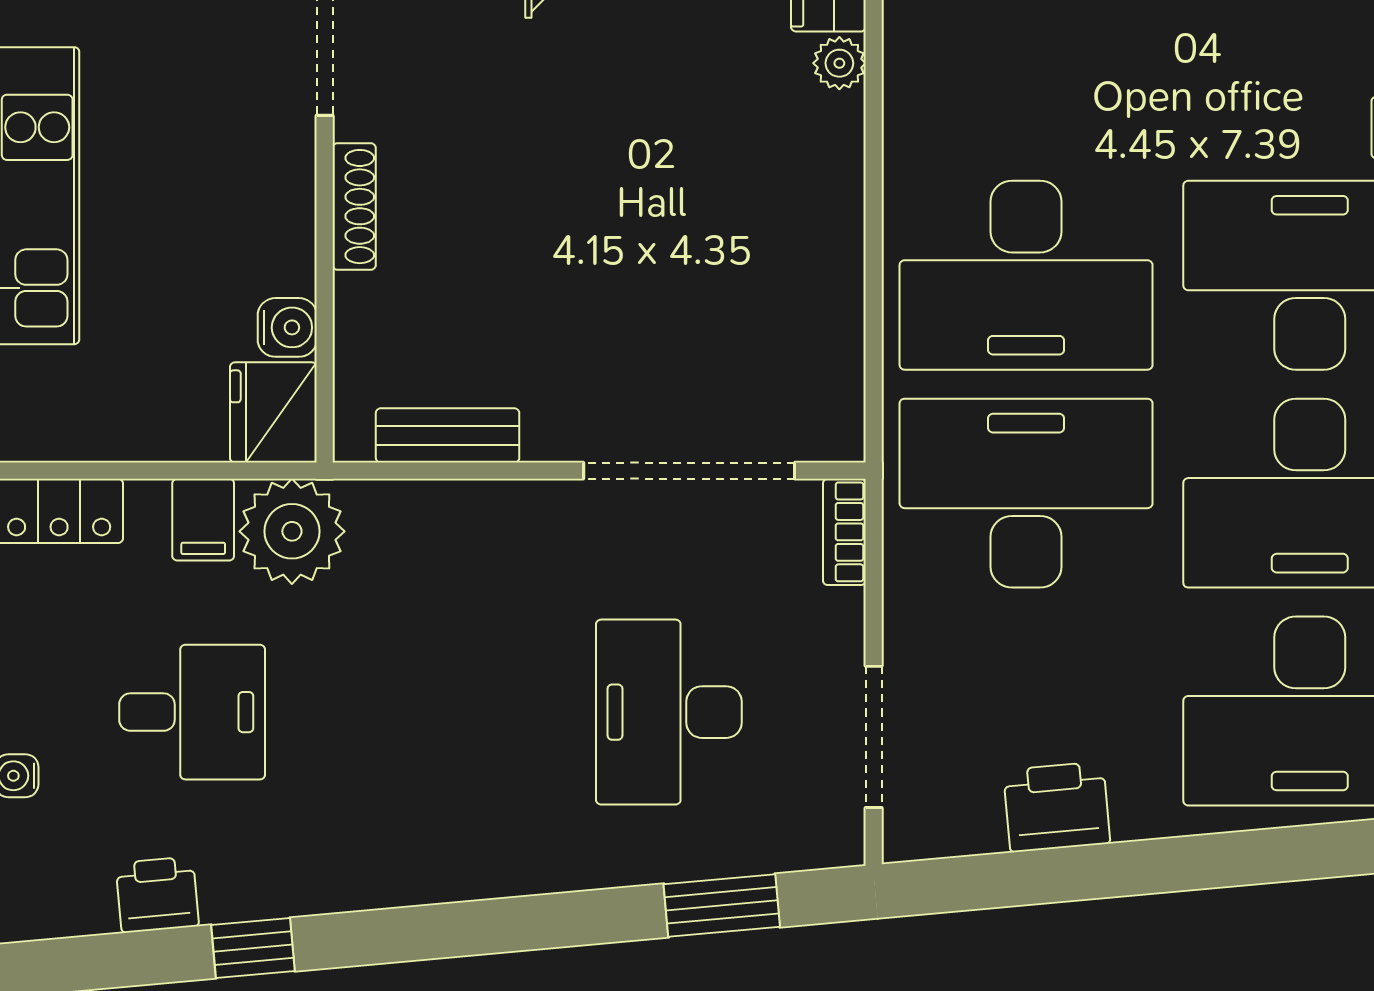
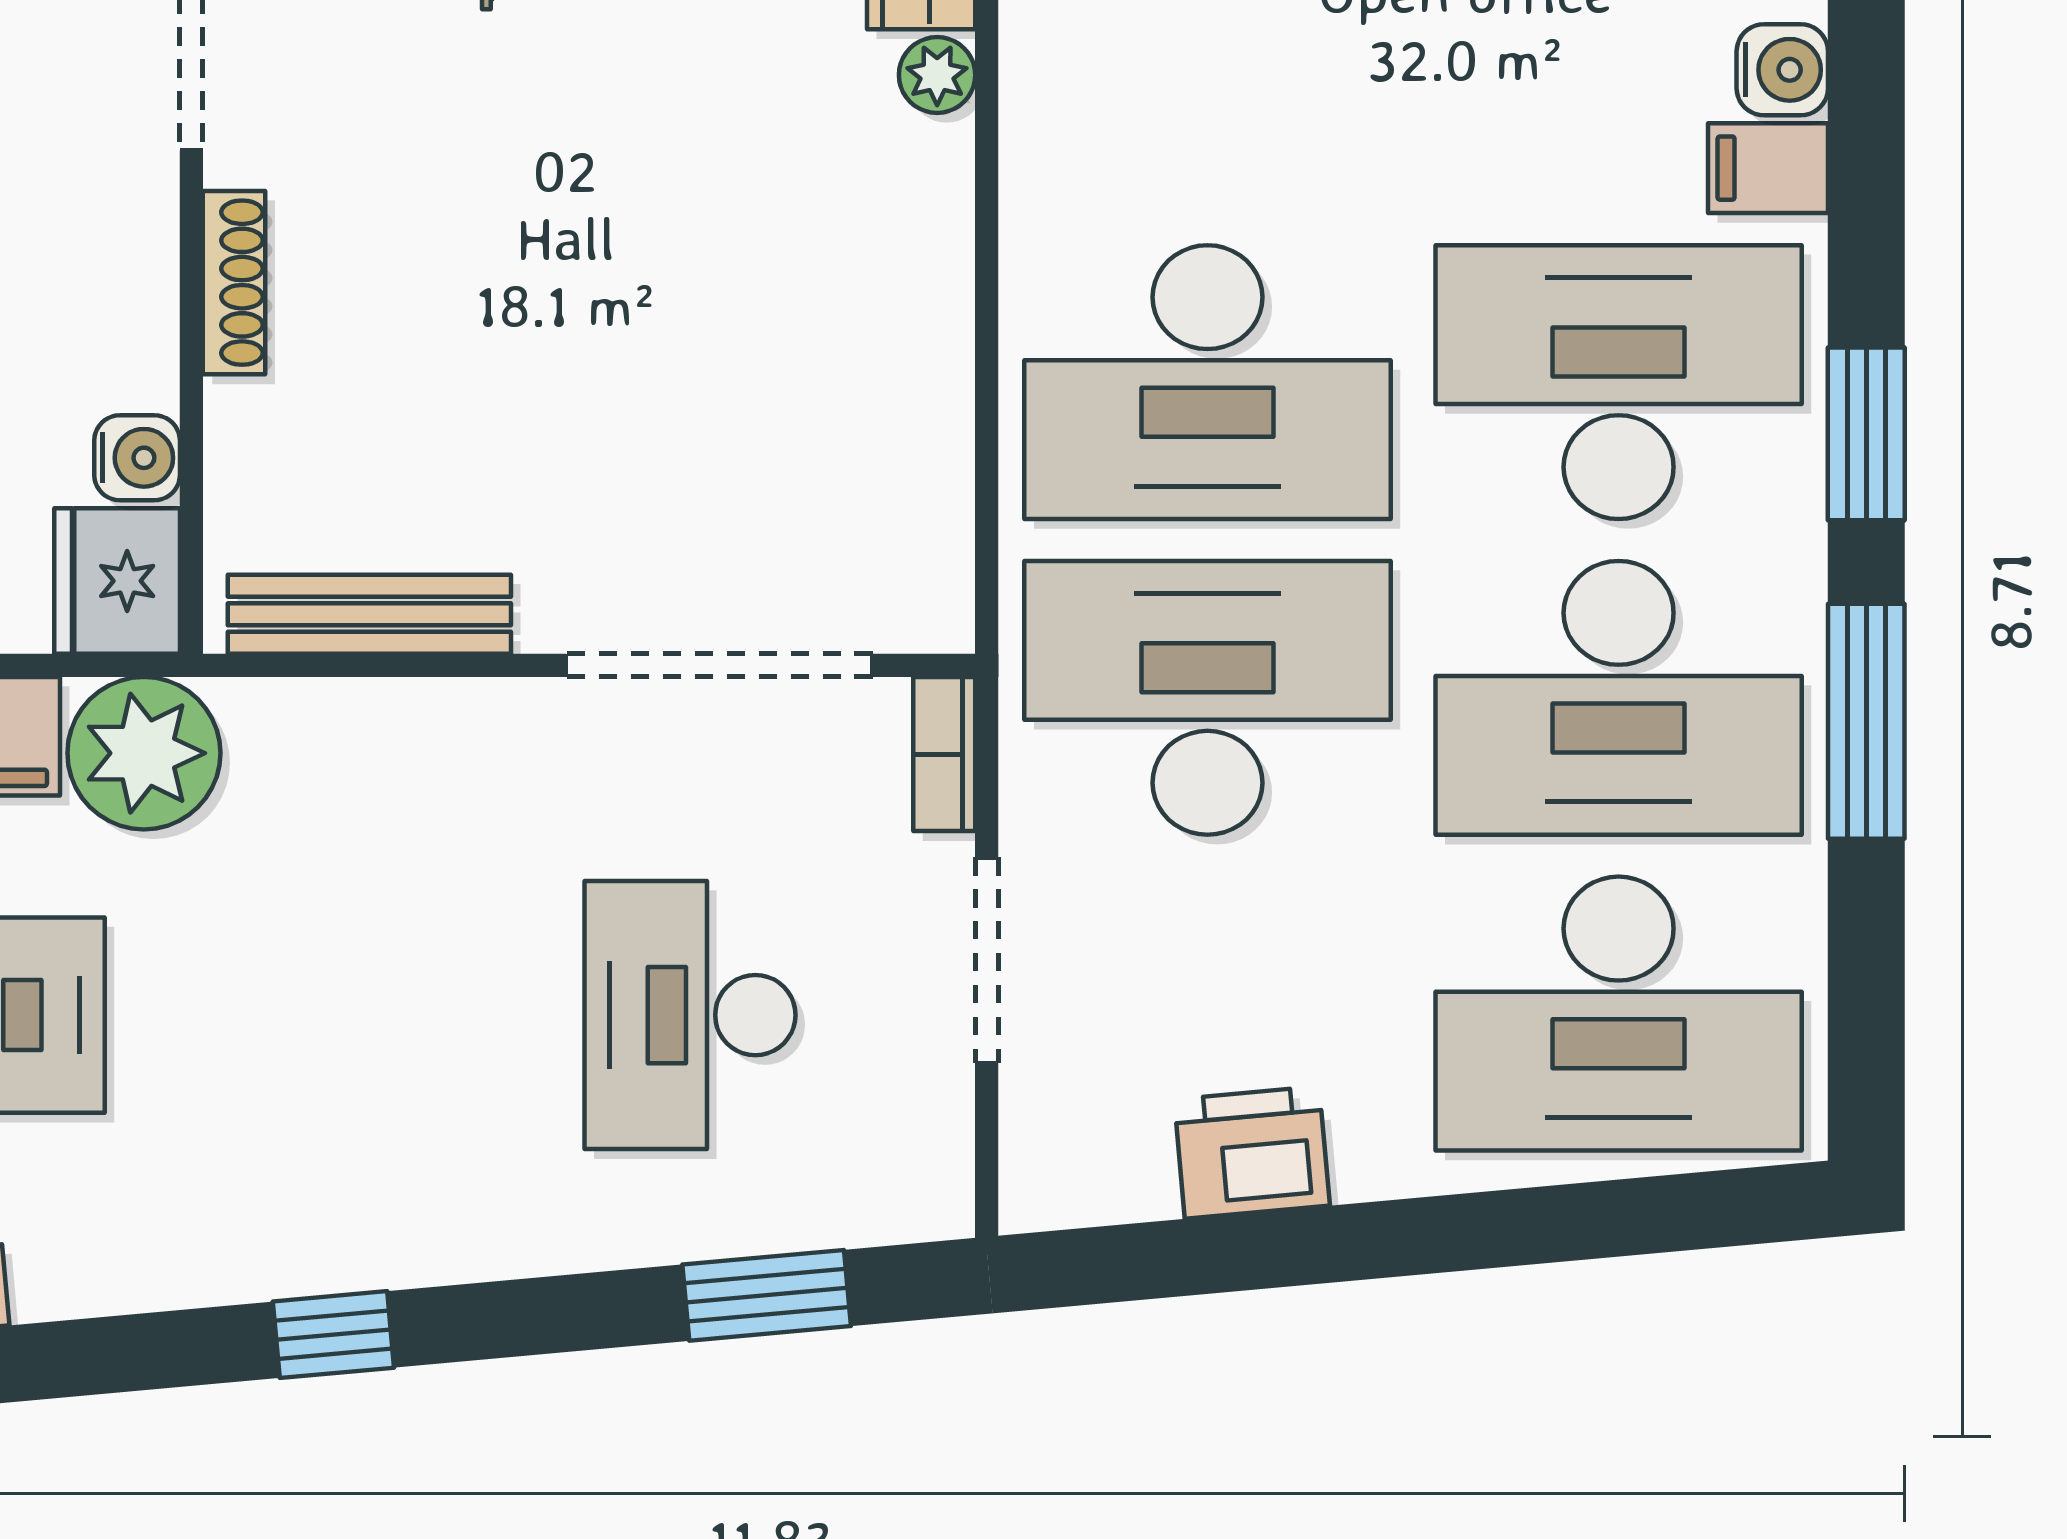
bench: (448, 435) -> (369, 614), width x1.36
doorway: (874, 737) -> (987, 960), moved
window: (253, 948) -> (333, 1335), moved

